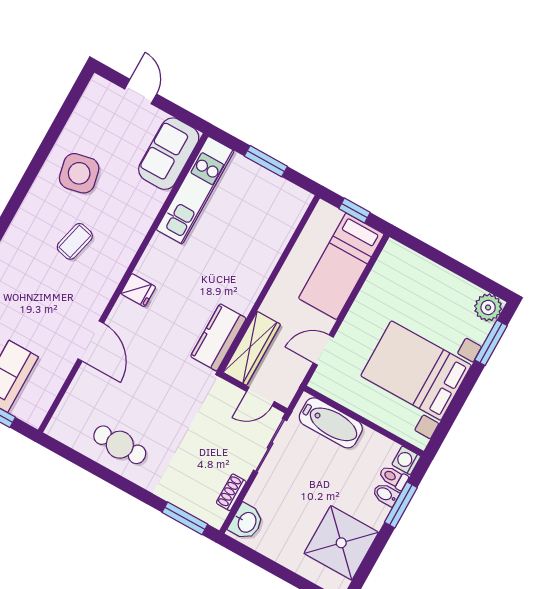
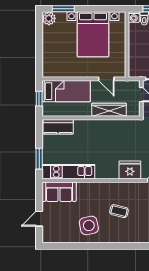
window: (266, 161) -> (39, 159), moved
fridge: (138, 290) -> (130, 170), width x1.88, depth x1.34
kitchen counter: (218, 337) -> (58, 127), moved
wardrobe: (252, 348) -> (109, 110), moved
bathtub: (331, 423) -> (136, 58), removed

